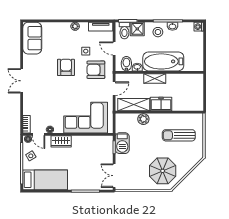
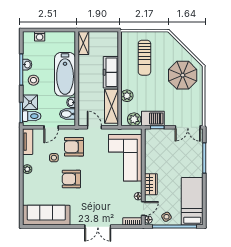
washing machine: (199, 27) -> (40, 36), moved
sofa: (32, 38) -> (46, 215), width x1.36
armchair: (96, 70) -> (74, 147), turned 90
shelving: (155, 78) -> (83, 43), moved
double door: (22, 81) -> (98, 227), moved
freezer: (161, 104) -> (111, 72), width x1.40
plant: (122, 126) -> (134, 119), added

